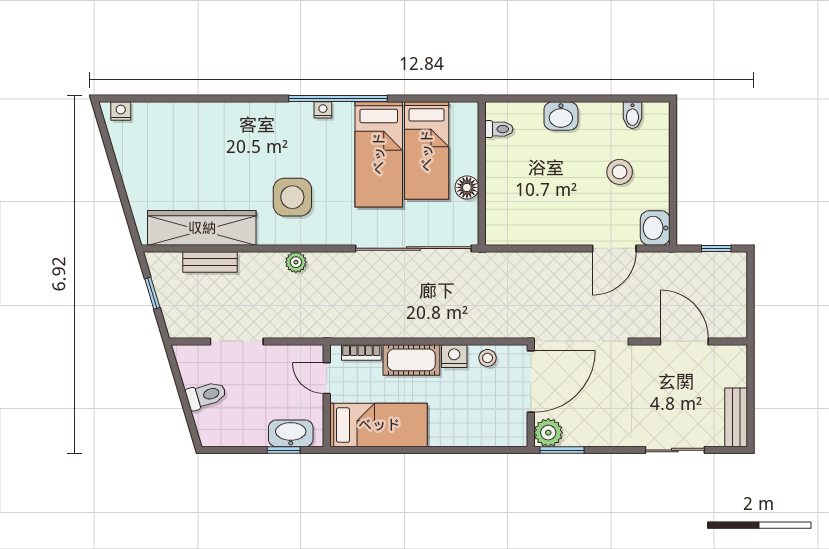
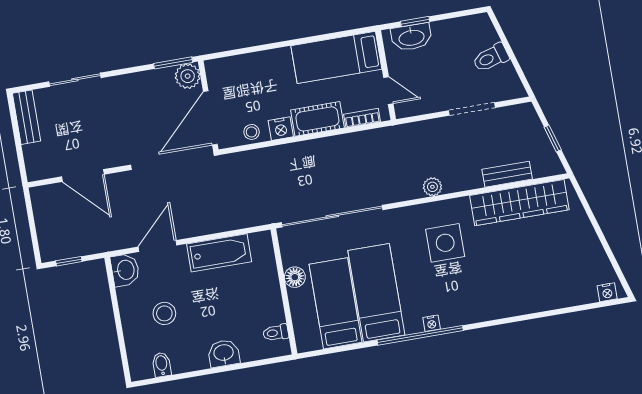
bathtub: (547, 229) -> (219, 253), added

